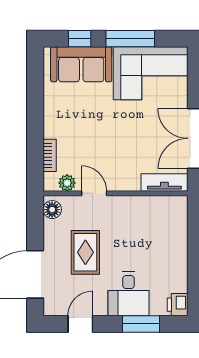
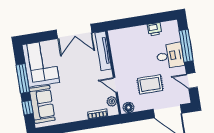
tv unit: (164, 182) -> (103, 51), width x1.41
door: (94, 193) -> (115, 85), hinge flipped
printer: (178, 305) -> (154, 29), moved
window: (141, 324) -> (186, 46), width x1.44

